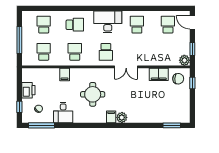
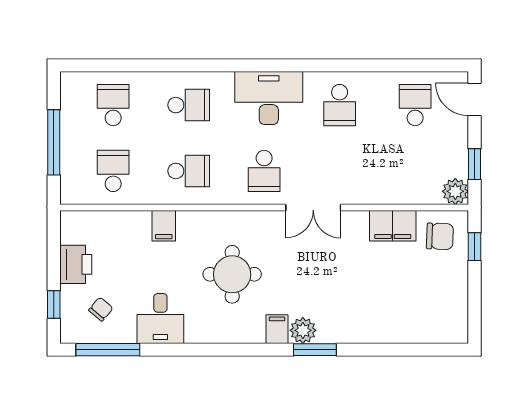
school desk: (137, 25) -> (340, 105), turned 180
school desk: (75, 52) -> (189, 171), turned 90
window: (172, 125) -> (315, 350), moved

